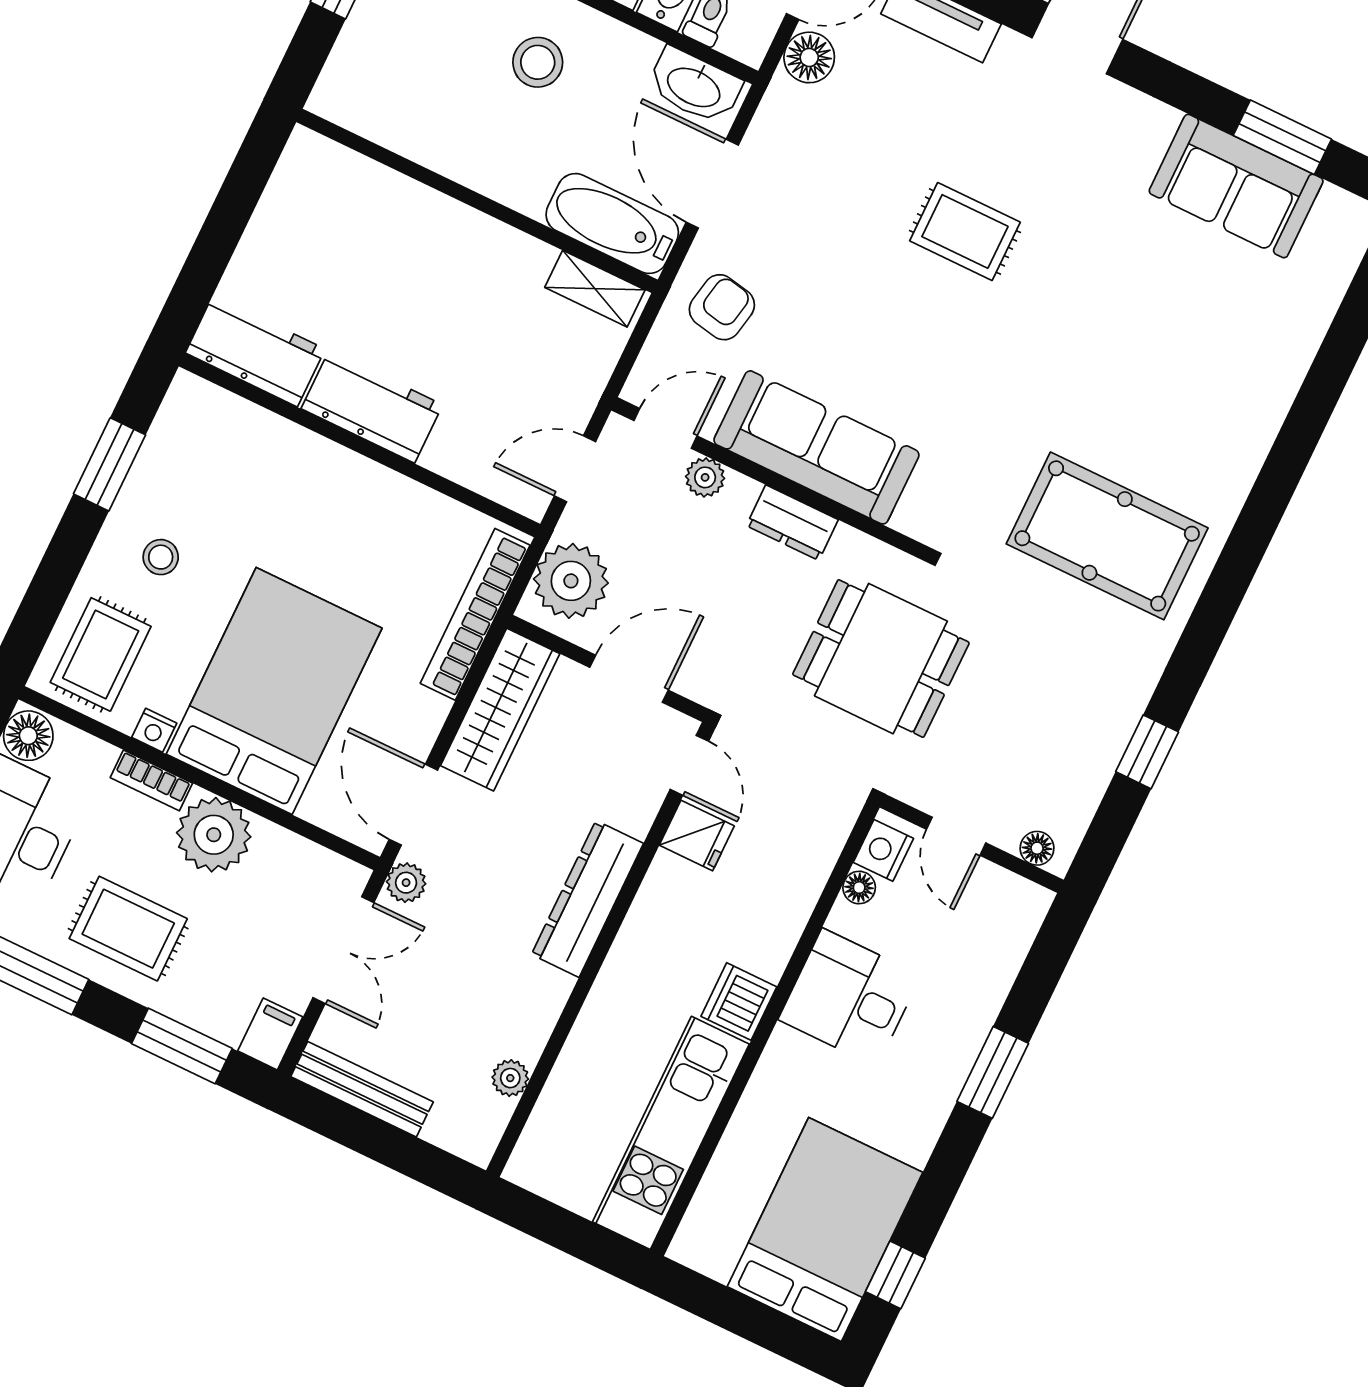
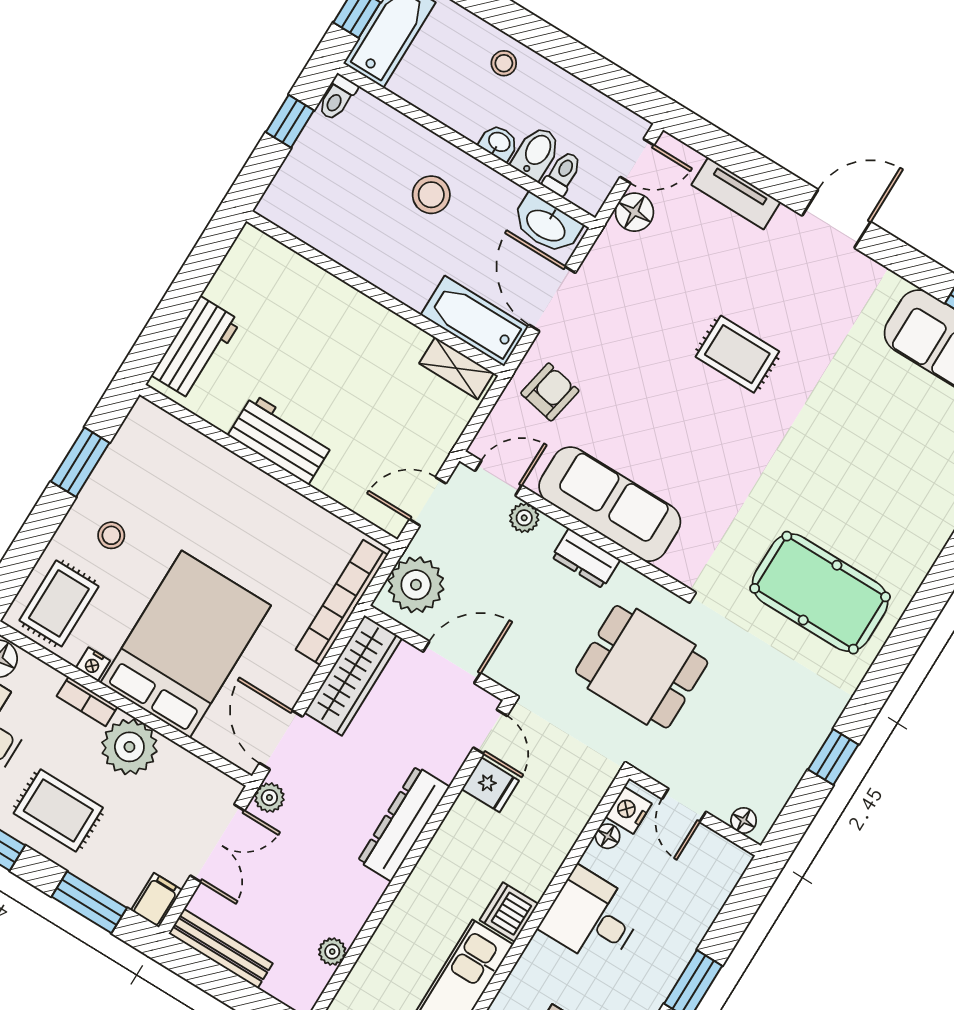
workbench: (255, 351) -> (196, 348), moved, turned 90

